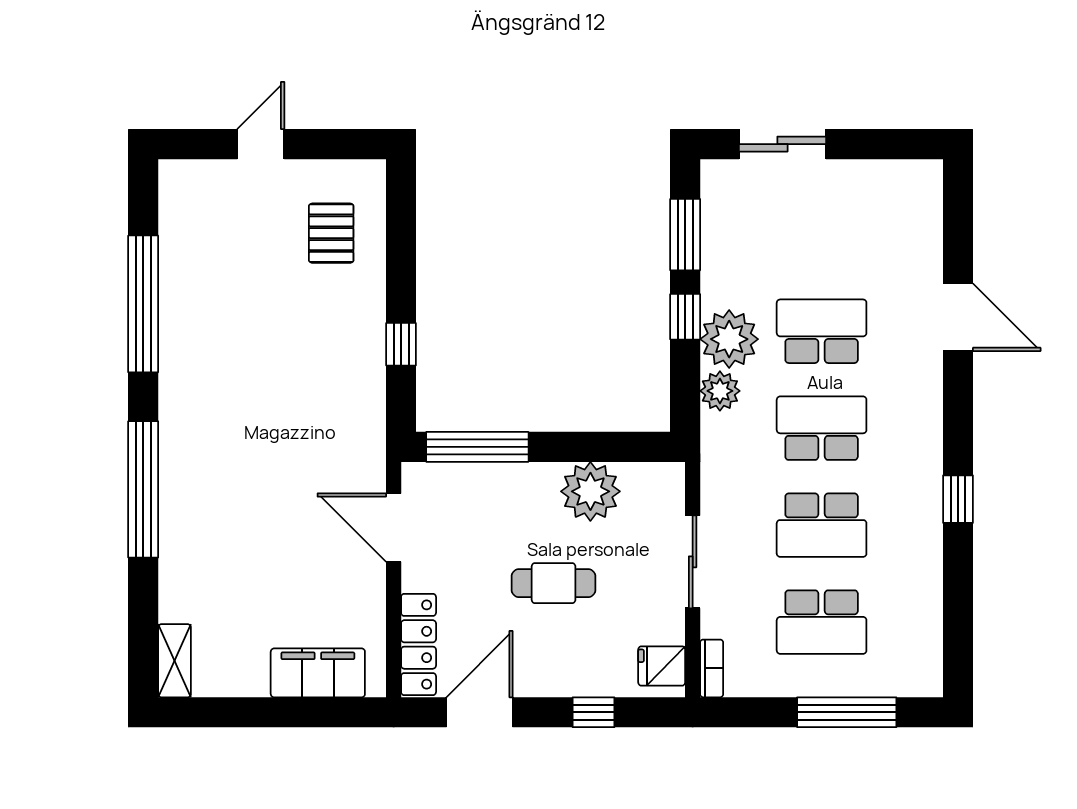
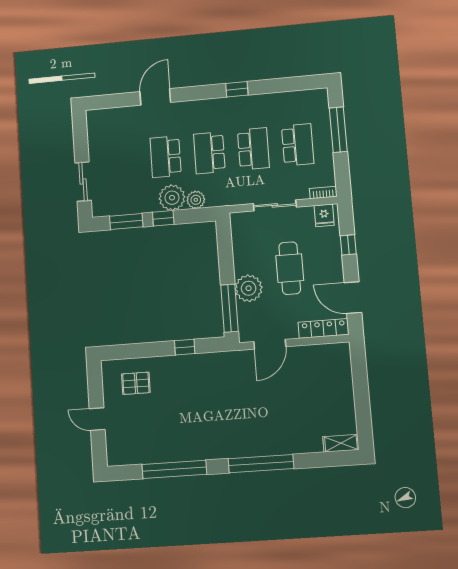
plant: (590, 491) -> (249, 288), moved
cafe table: (554, 583) -> (290, 268), width x1.37, depth x1.35
filing cabinet: (318, 673) -> (341, 375), removed

